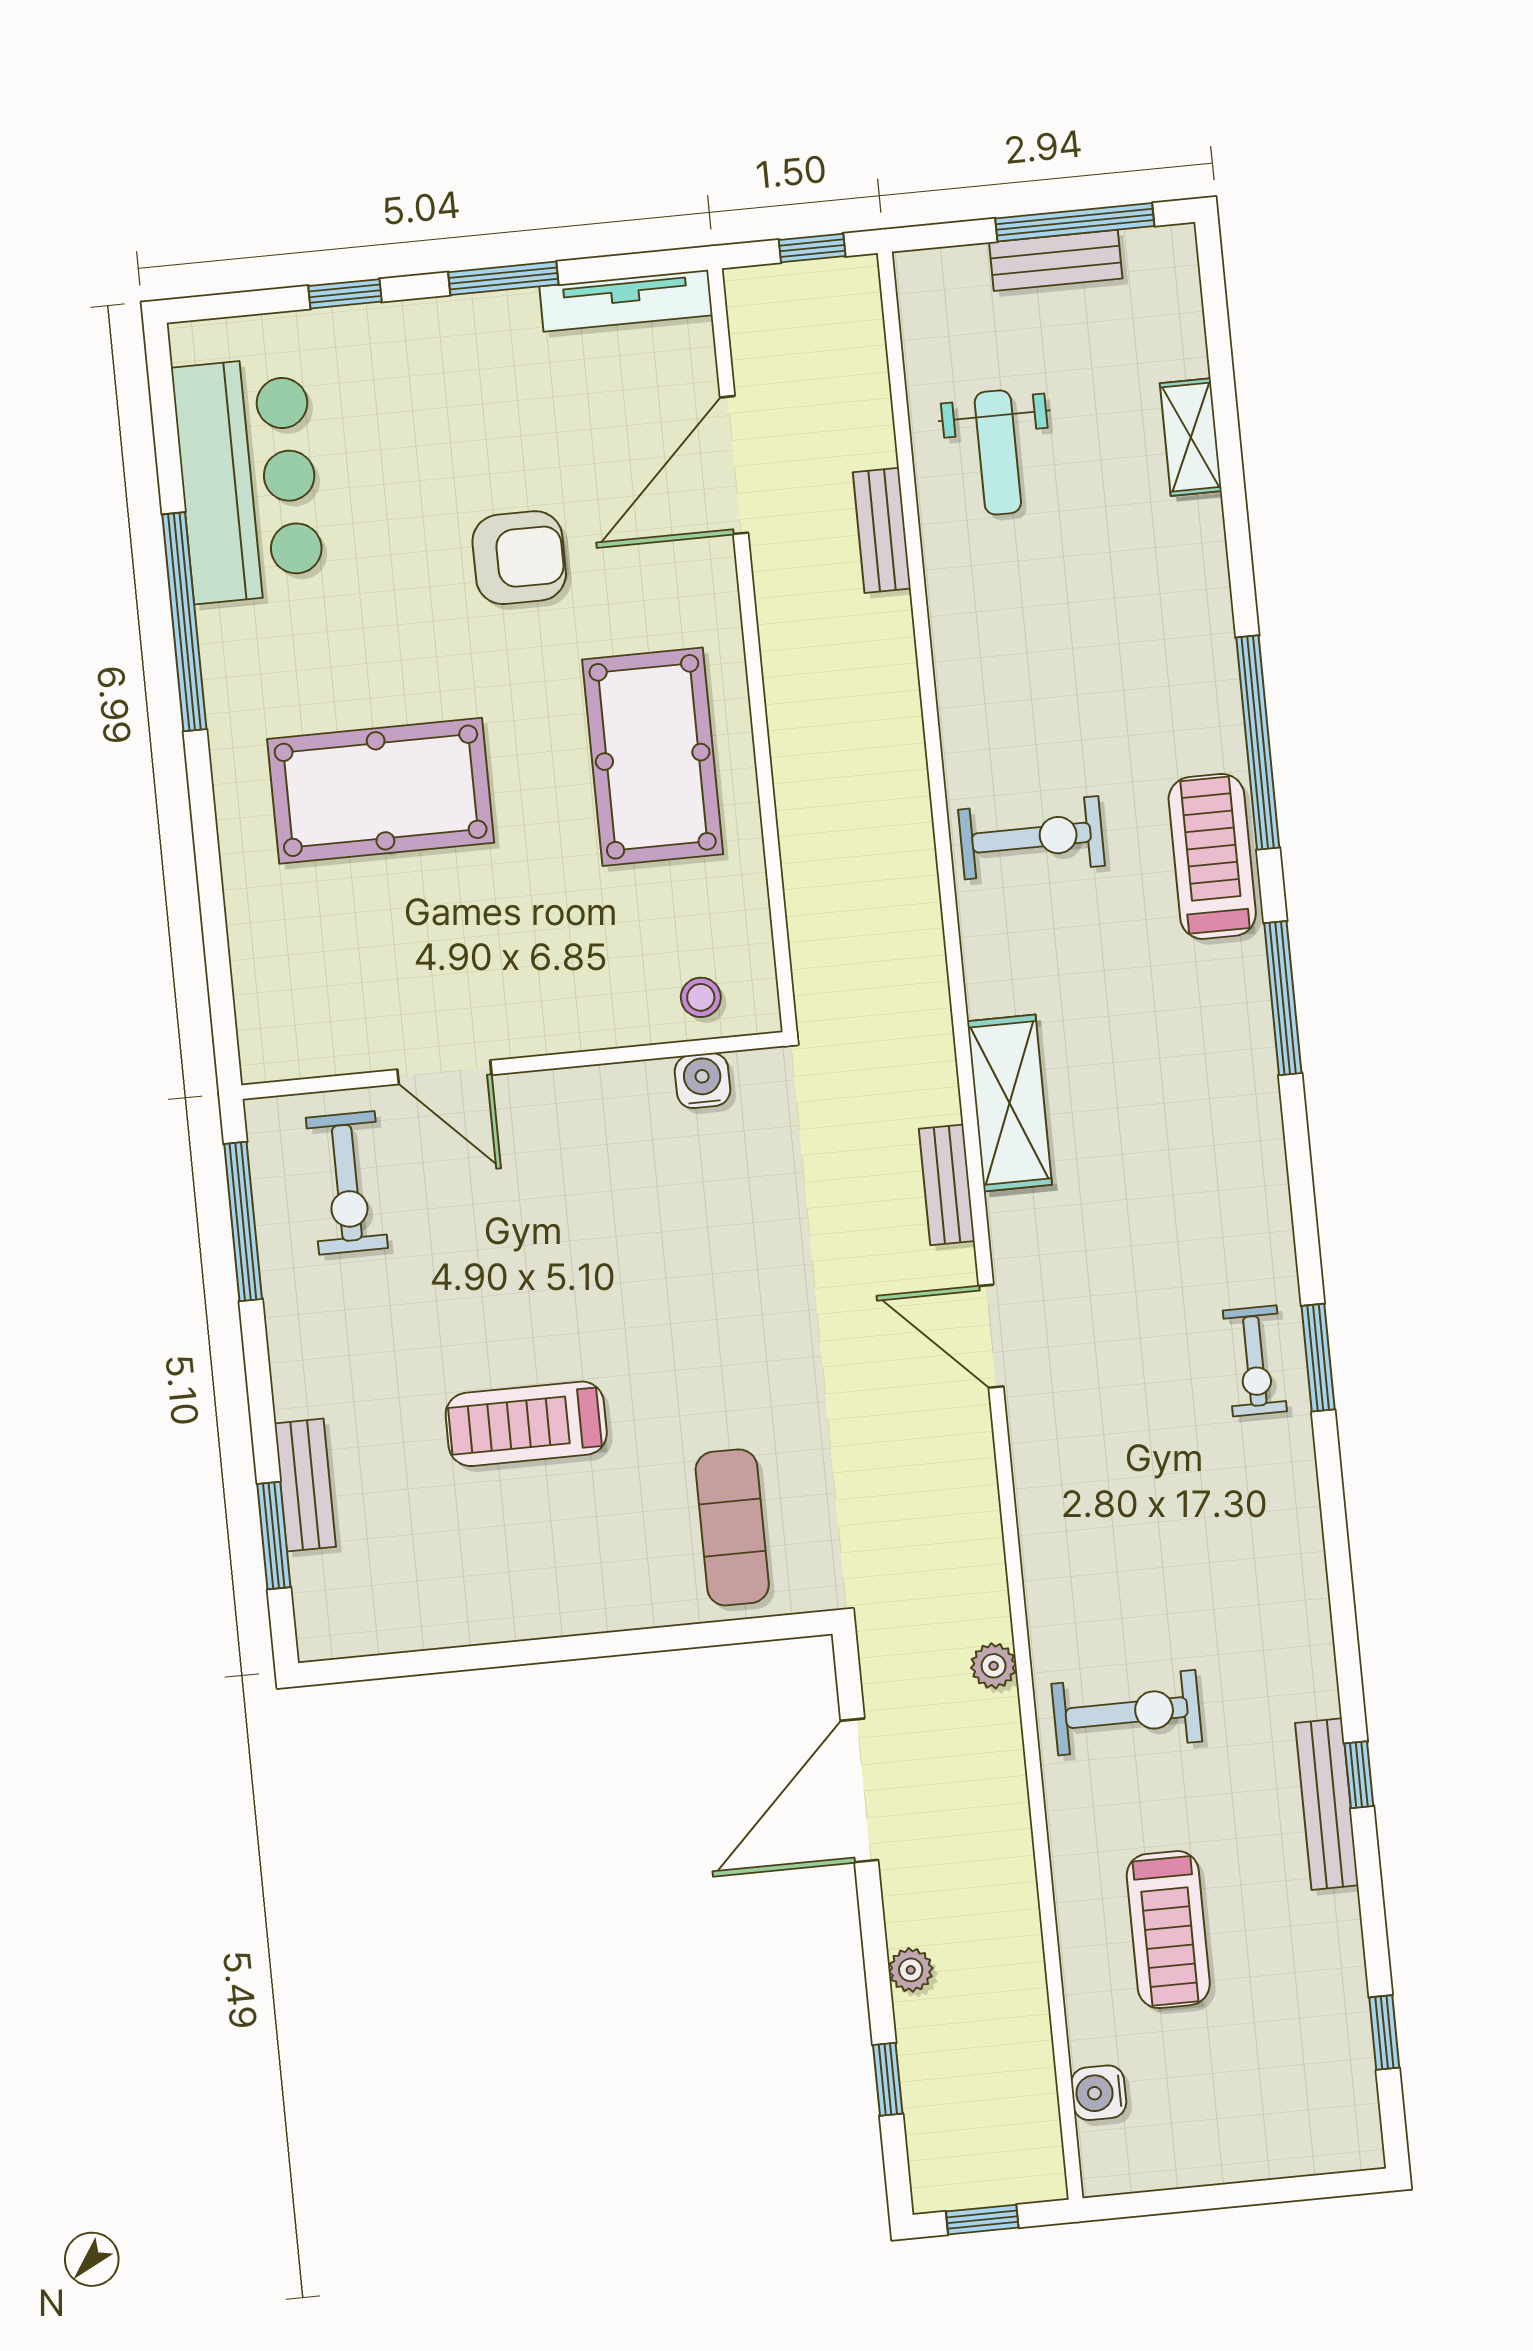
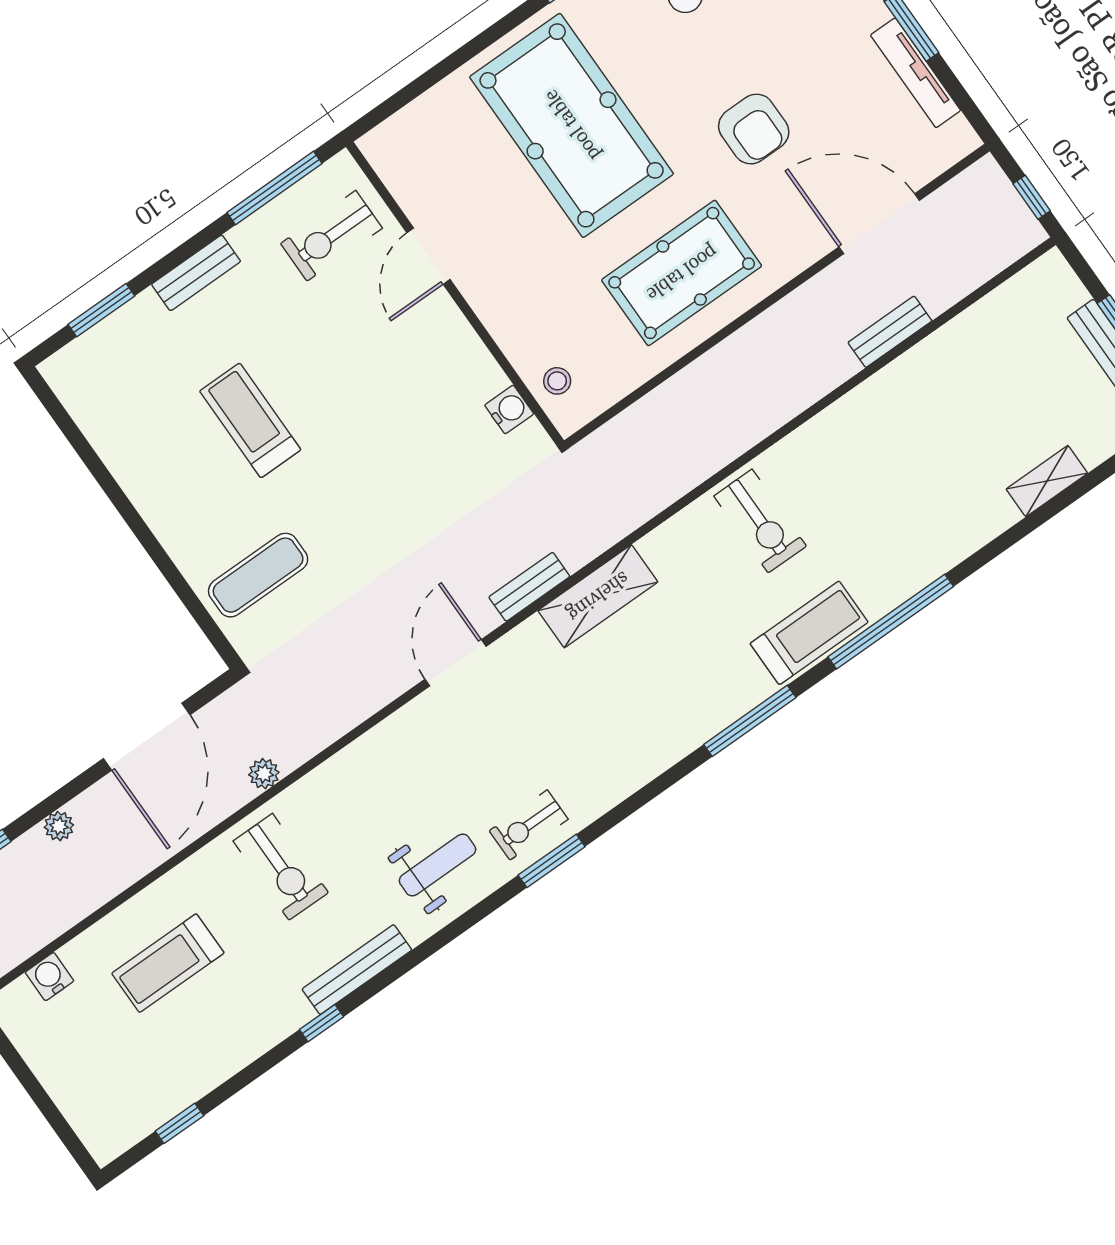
tv unit: (626, 301) -> (916, 73), moved
weight bench: (998, 453) -> (438, 865), moved, turned 180
pool table: (381, 791) -> (572, 125), width x1.36, depth x1.32
bench: (305, 1485) -> (196, 273), moved
door: (859, 1790) -> (147, 737), swing flipped
bench: (1327, 1804) -> (357, 969), moved

